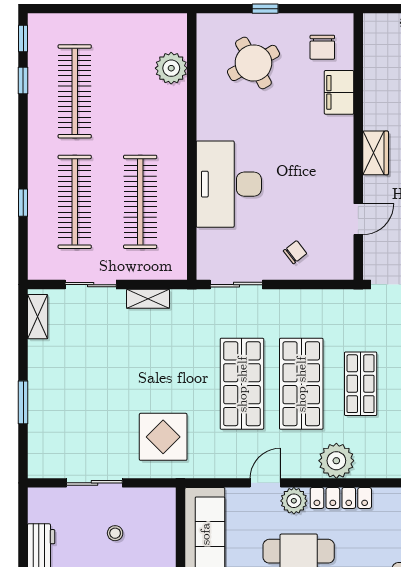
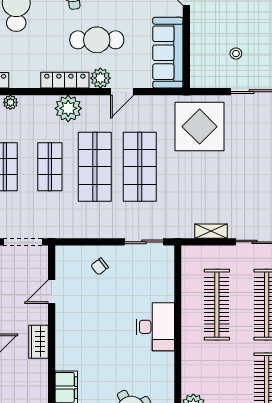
desk: (229, 184) -> (155, 327), width x0.73, depth x0.77
display table: (163, 437) -> (200, 127), width x1.36, depth x1.36

